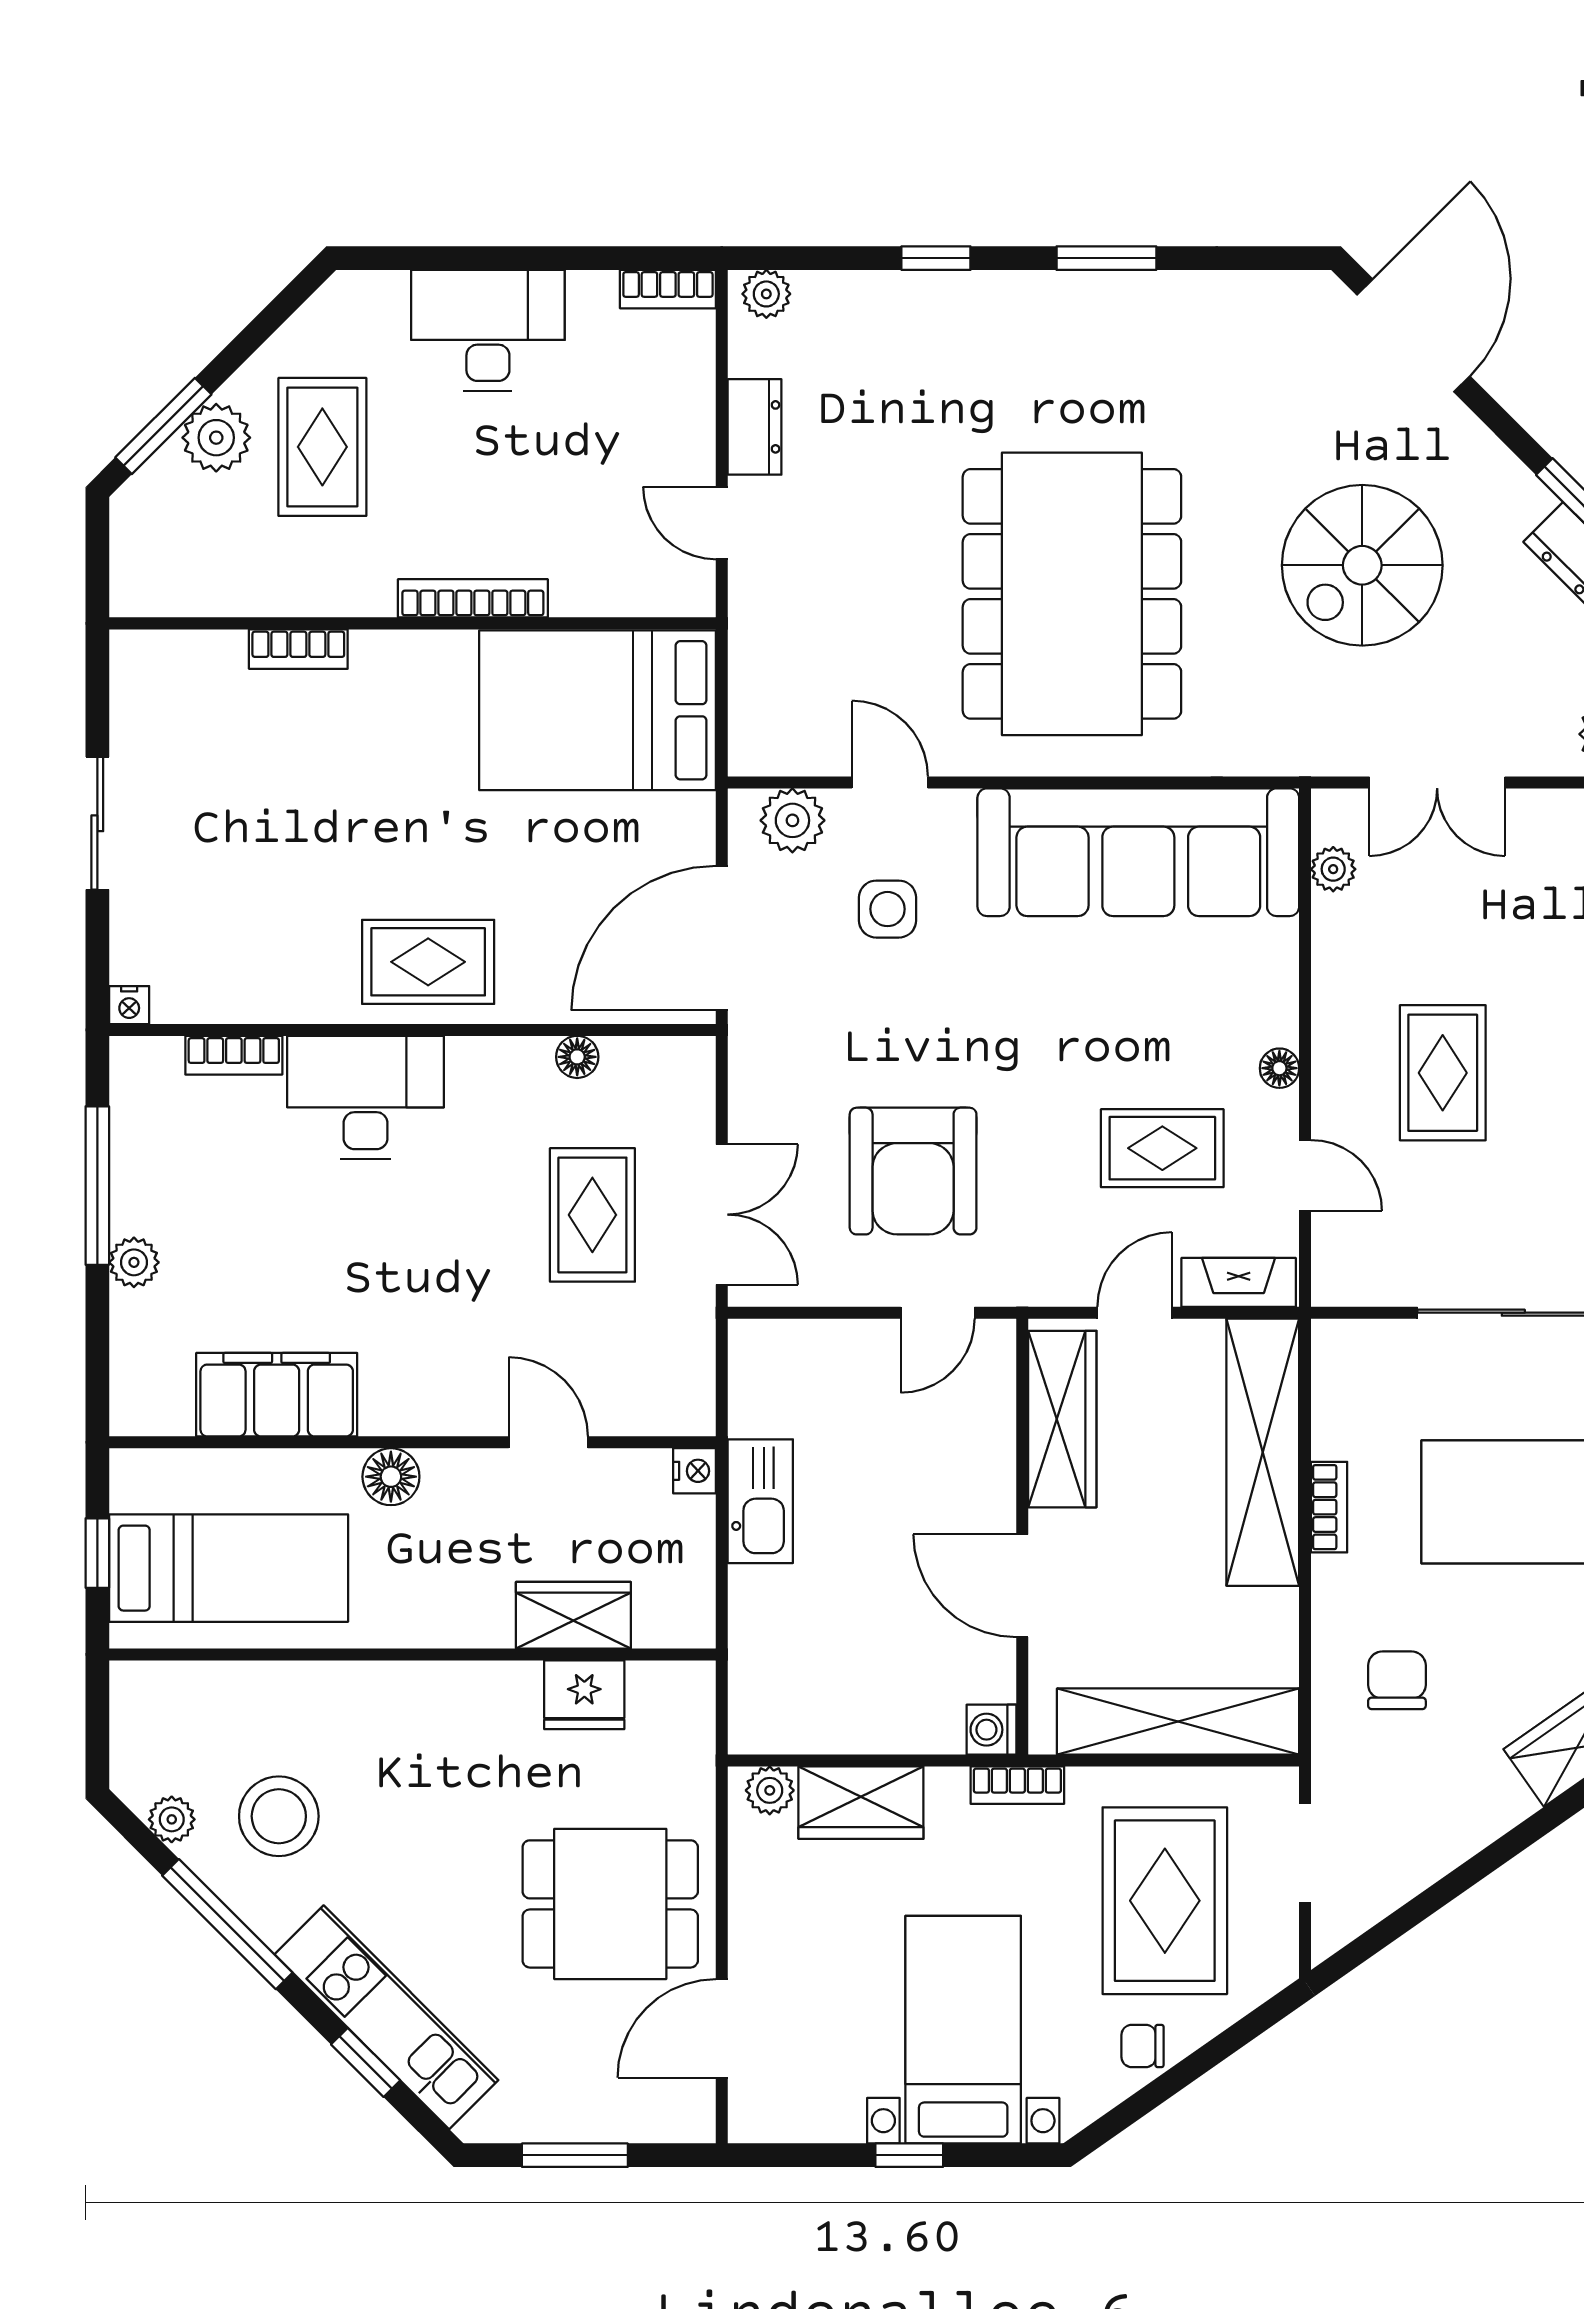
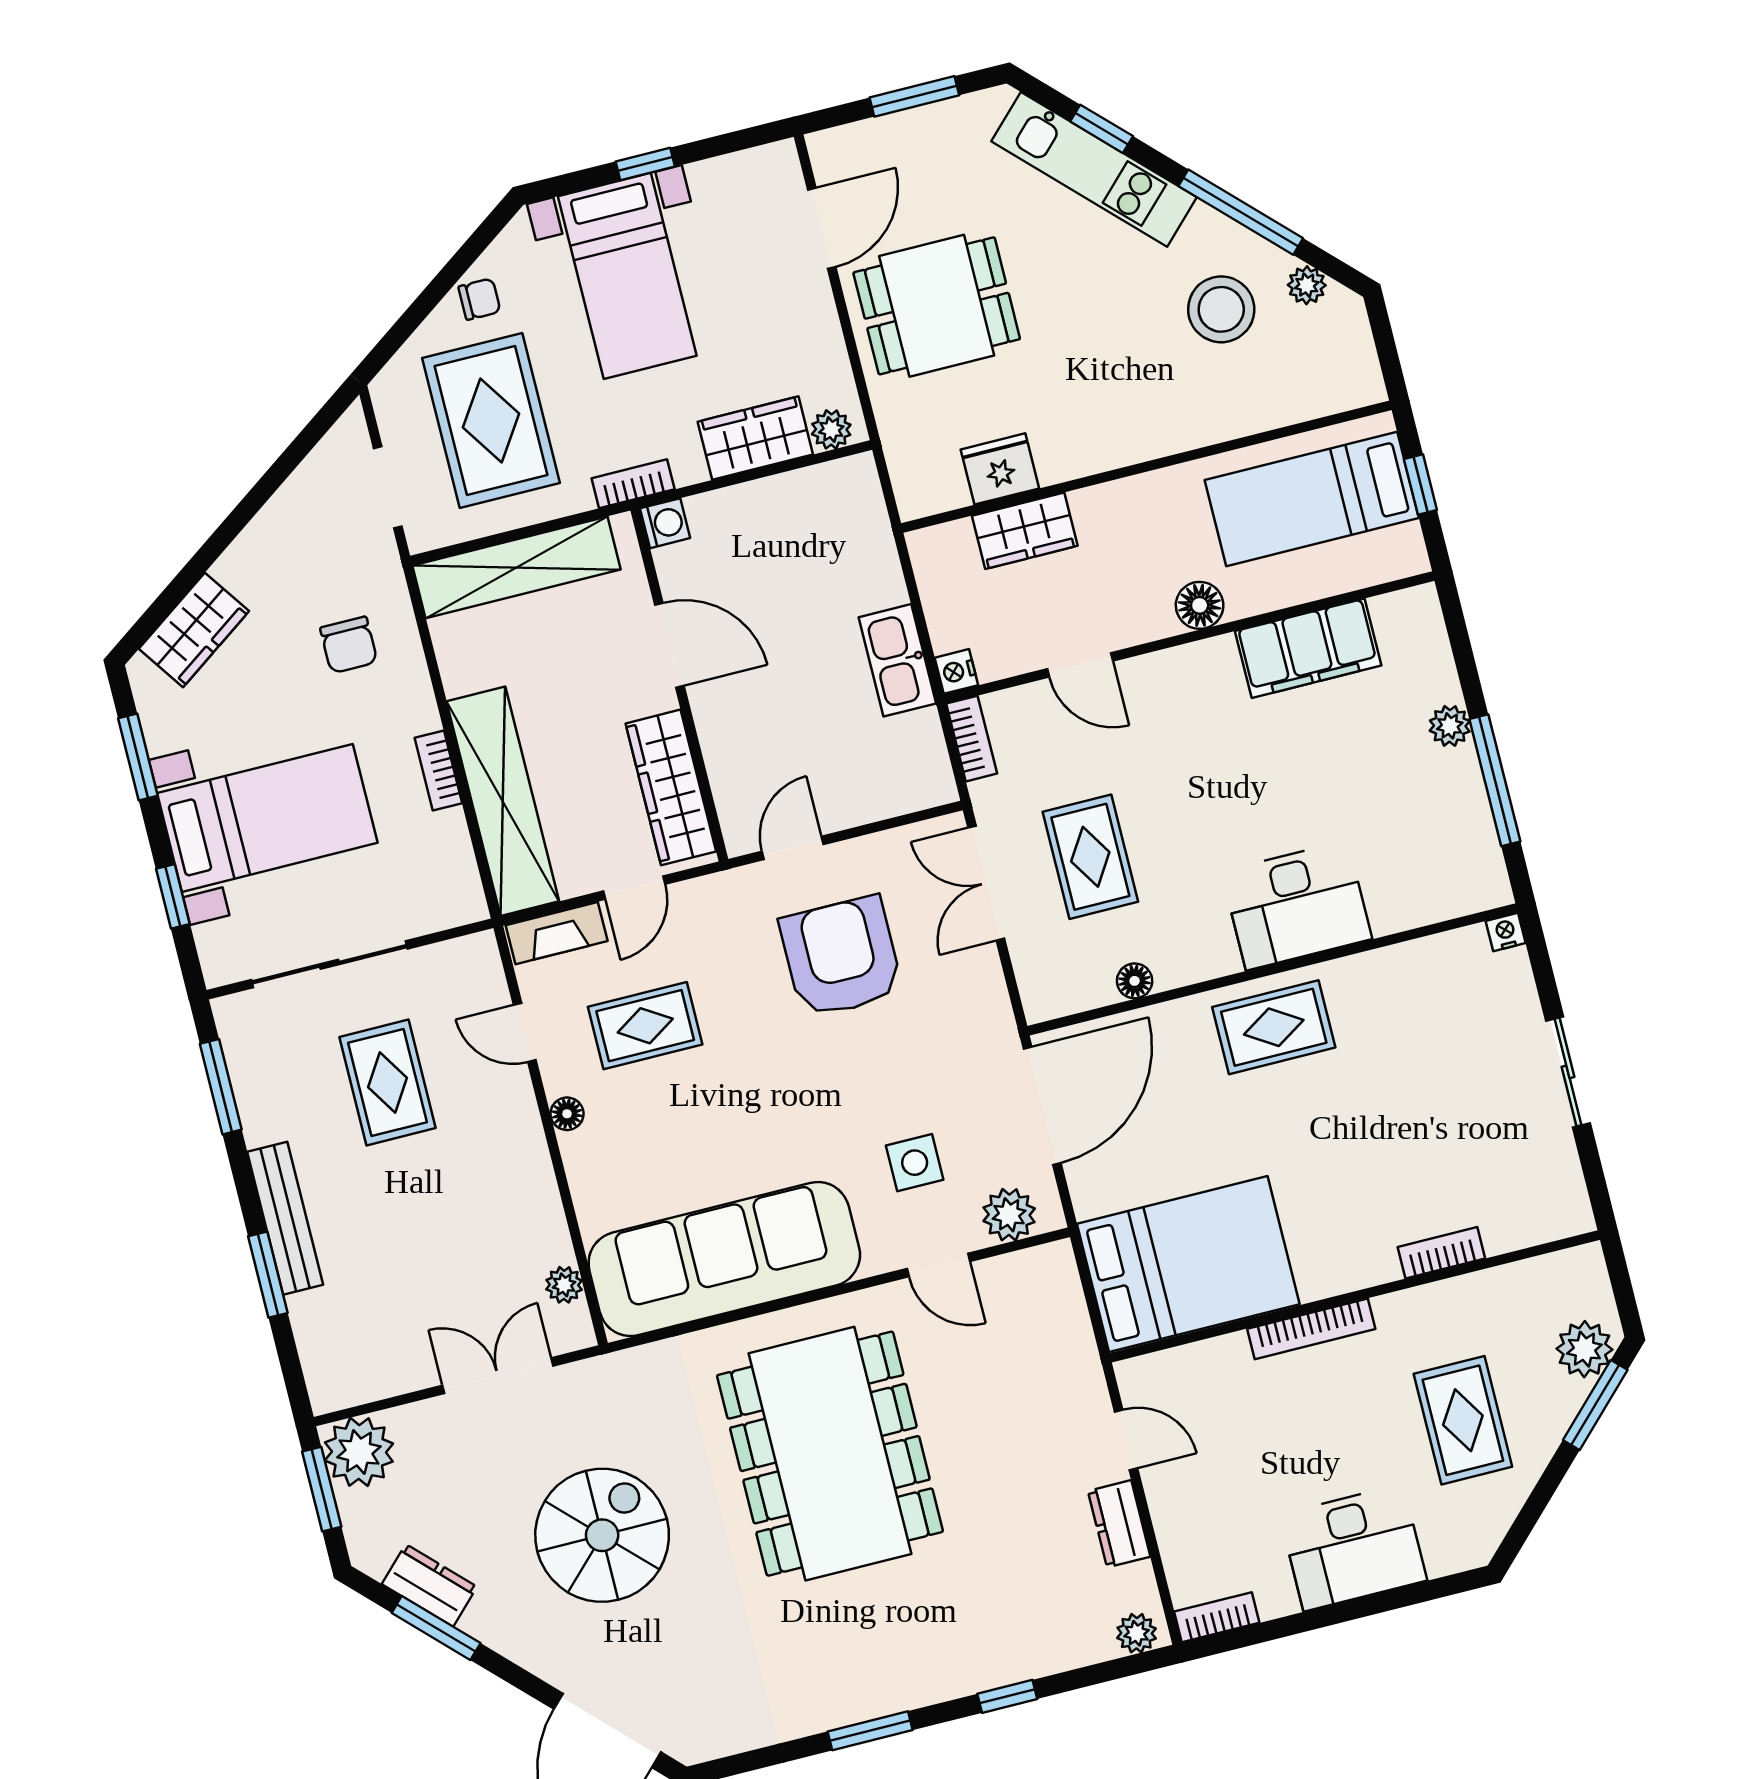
plant: (216, 438) -> (1584, 1349), moved
bookcase: (234, 1055) -> (972, 739), moved, turned 90
rug: (1443, 1073) -> (388, 1083), moved

